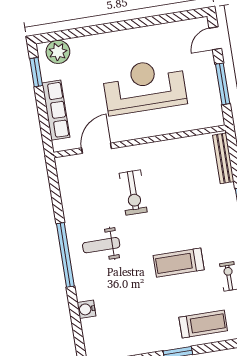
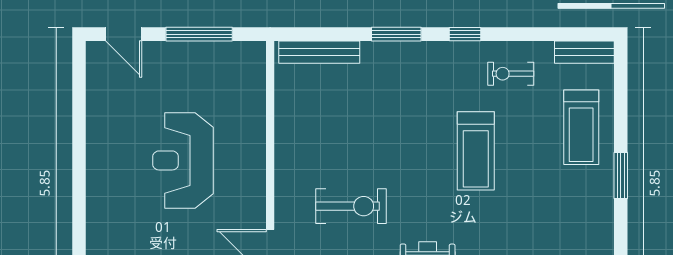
reception desk: (145, 86) -> (183, 160), width x0.74, depth x0.77
treadmill: (203, 324) -> (581, 127), turned 180

